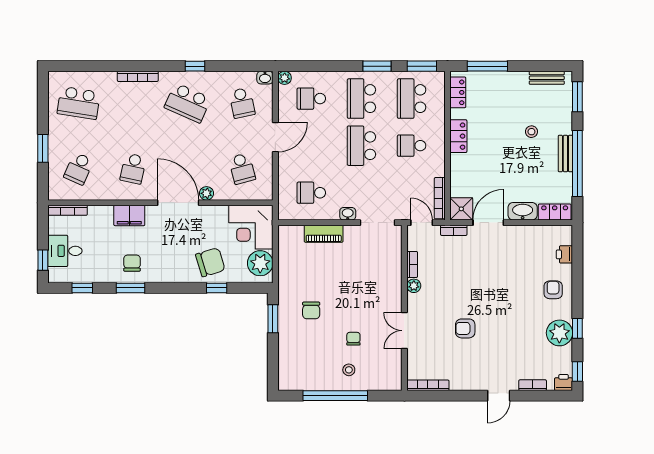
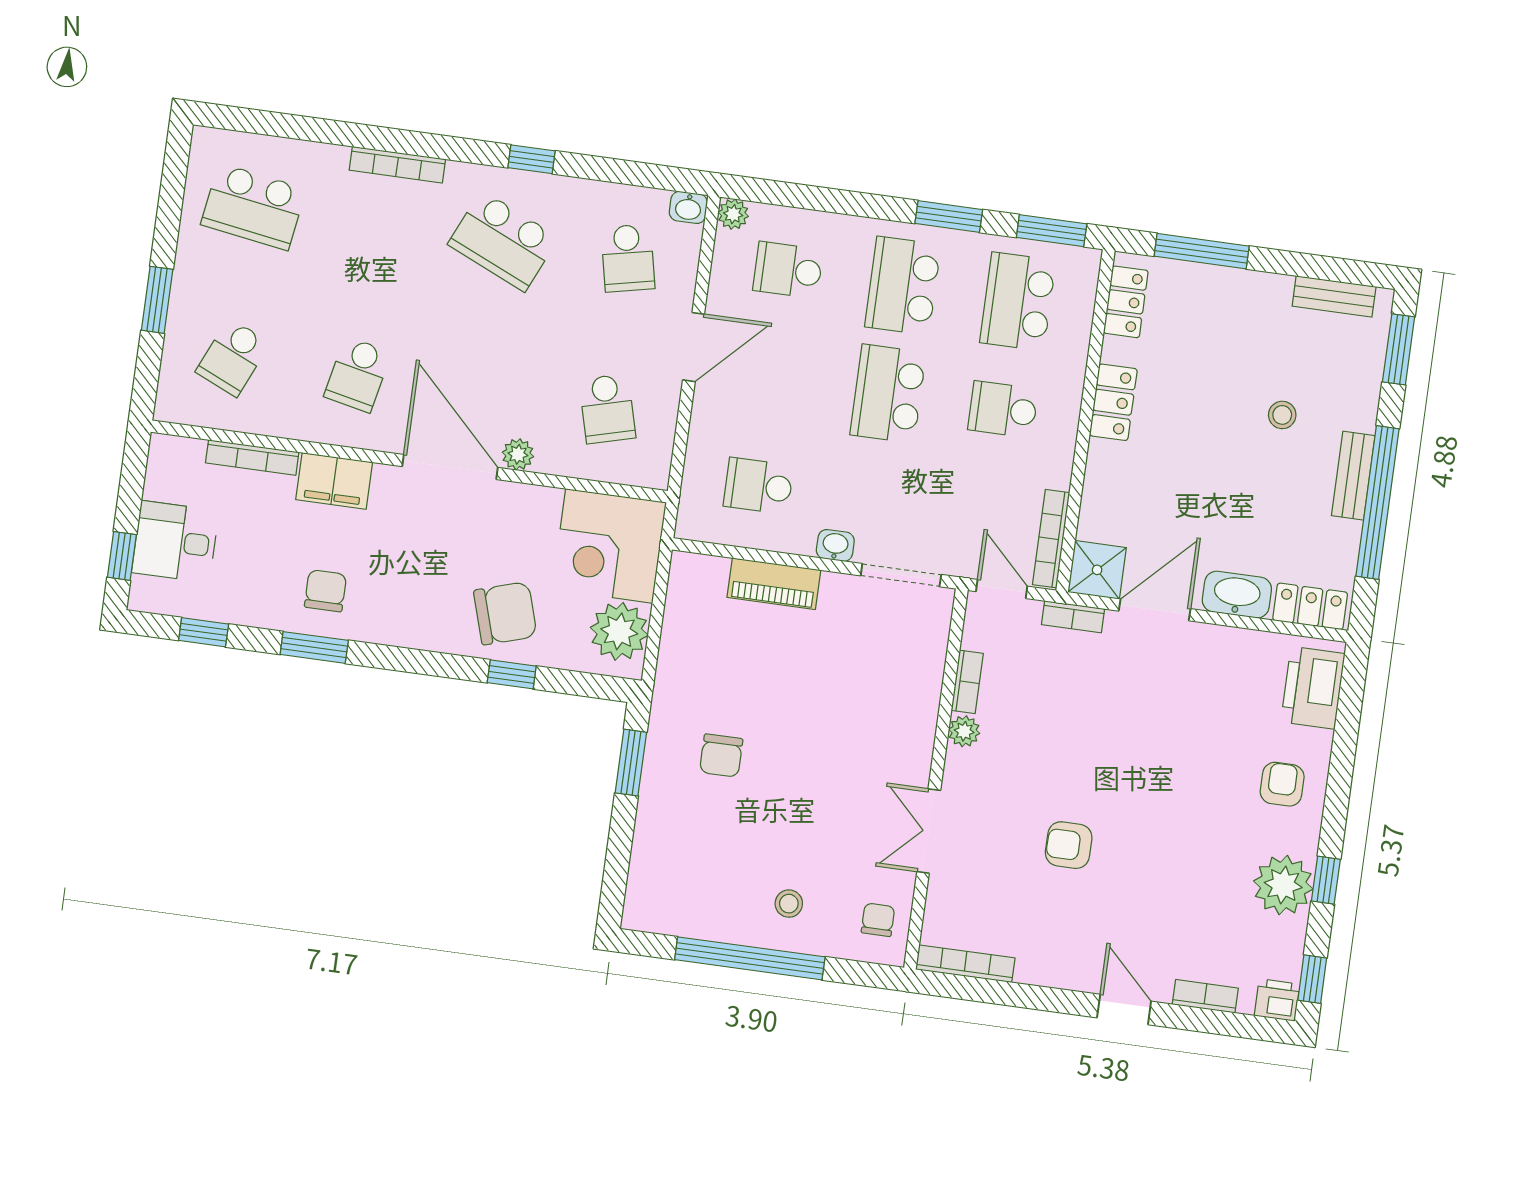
bookcase: (68, 210) -> (252, 457), moved
printer: (564, 254) -> (1313, 688), width x1.87, depth x1.48
chair: (353, 339) -> (878, 920), moved
door: (499, 396) -> (1124, 1010), swing flipped

